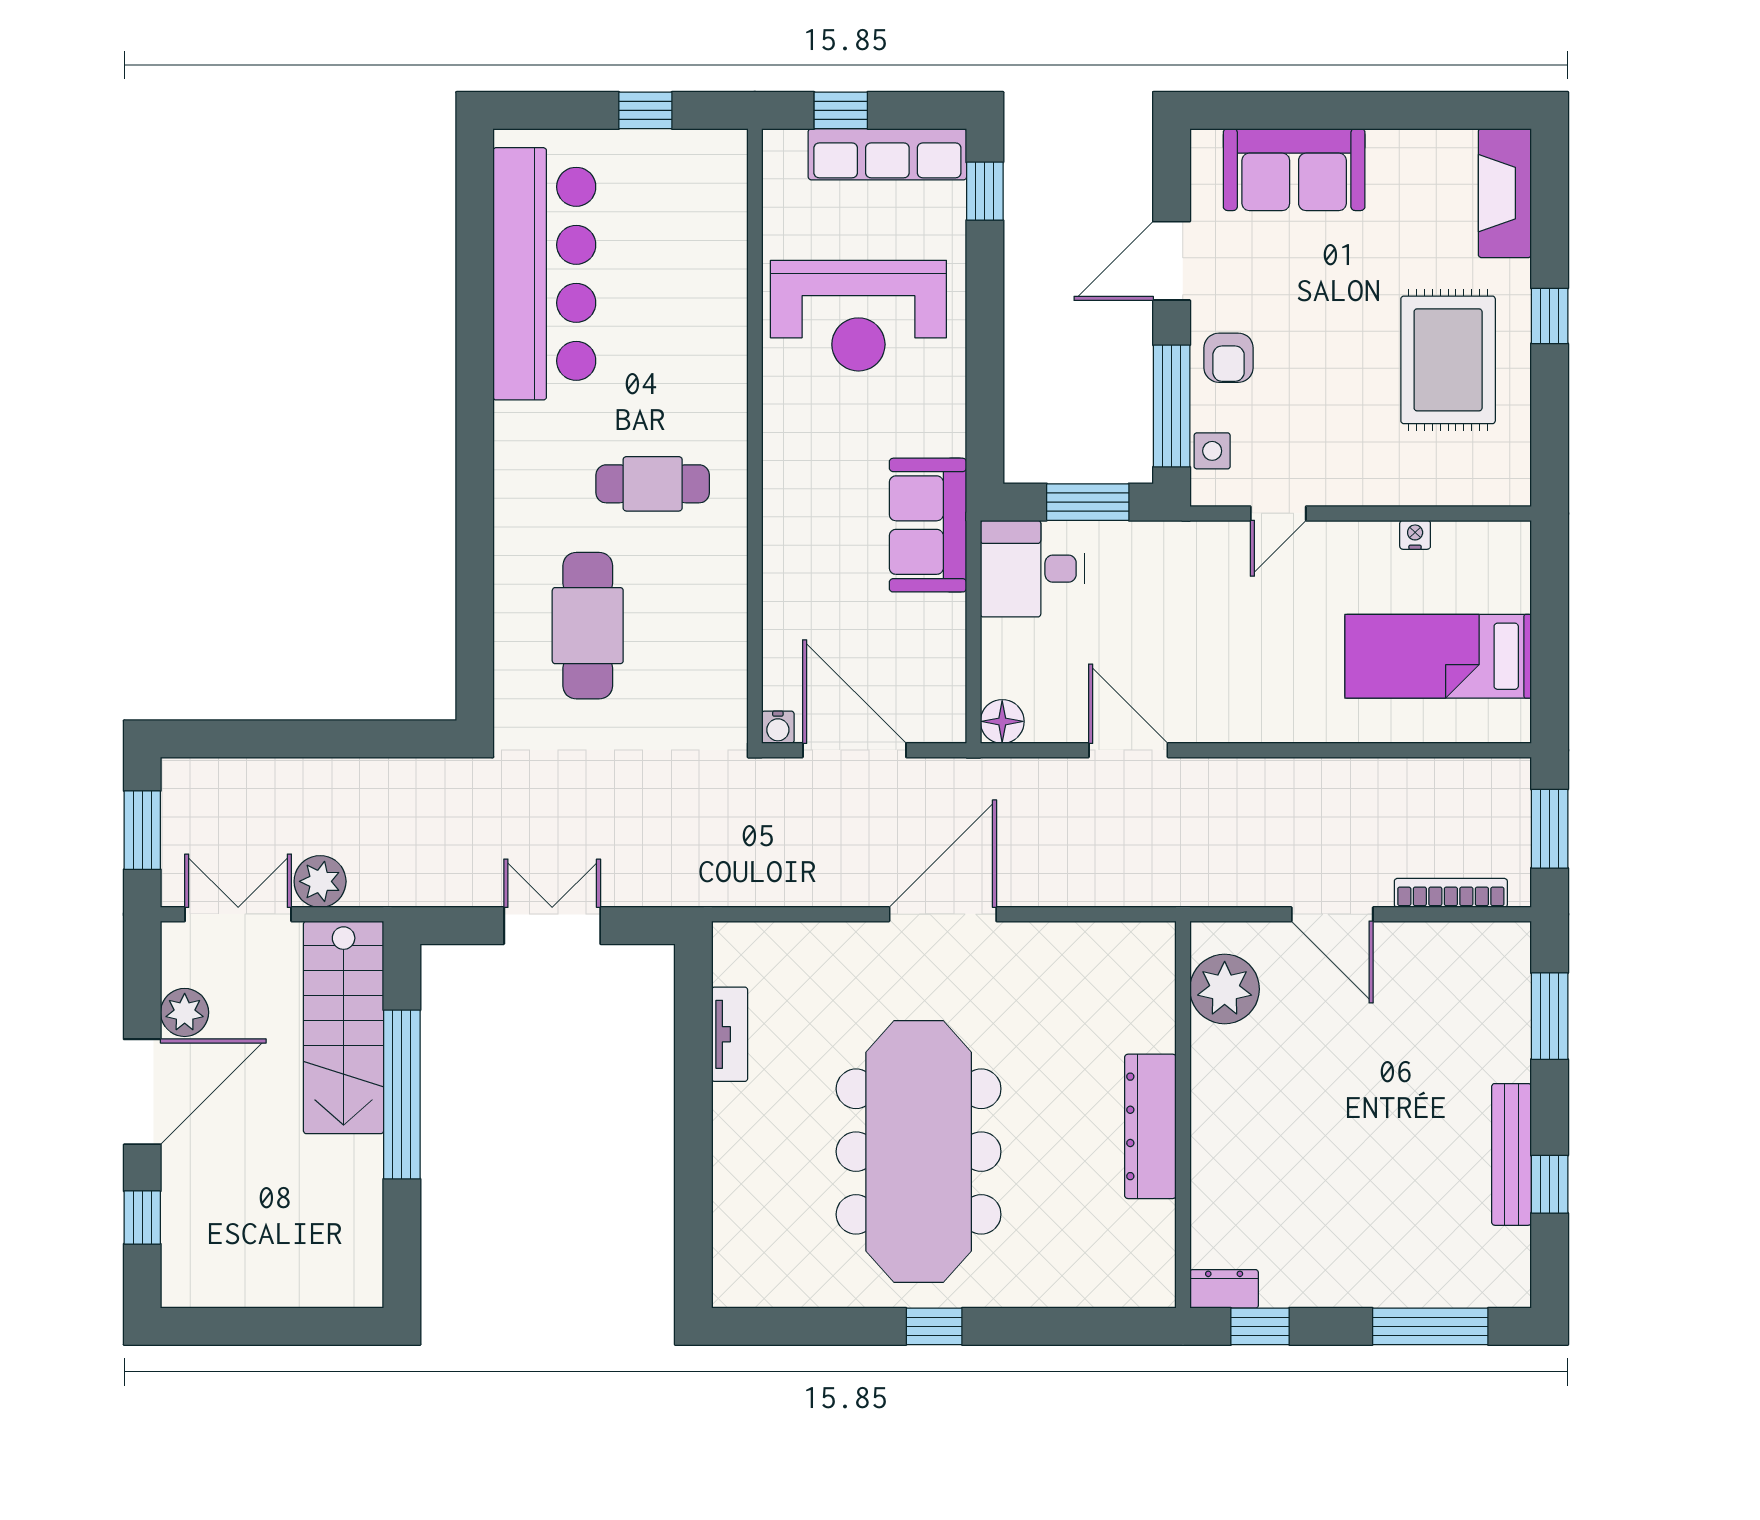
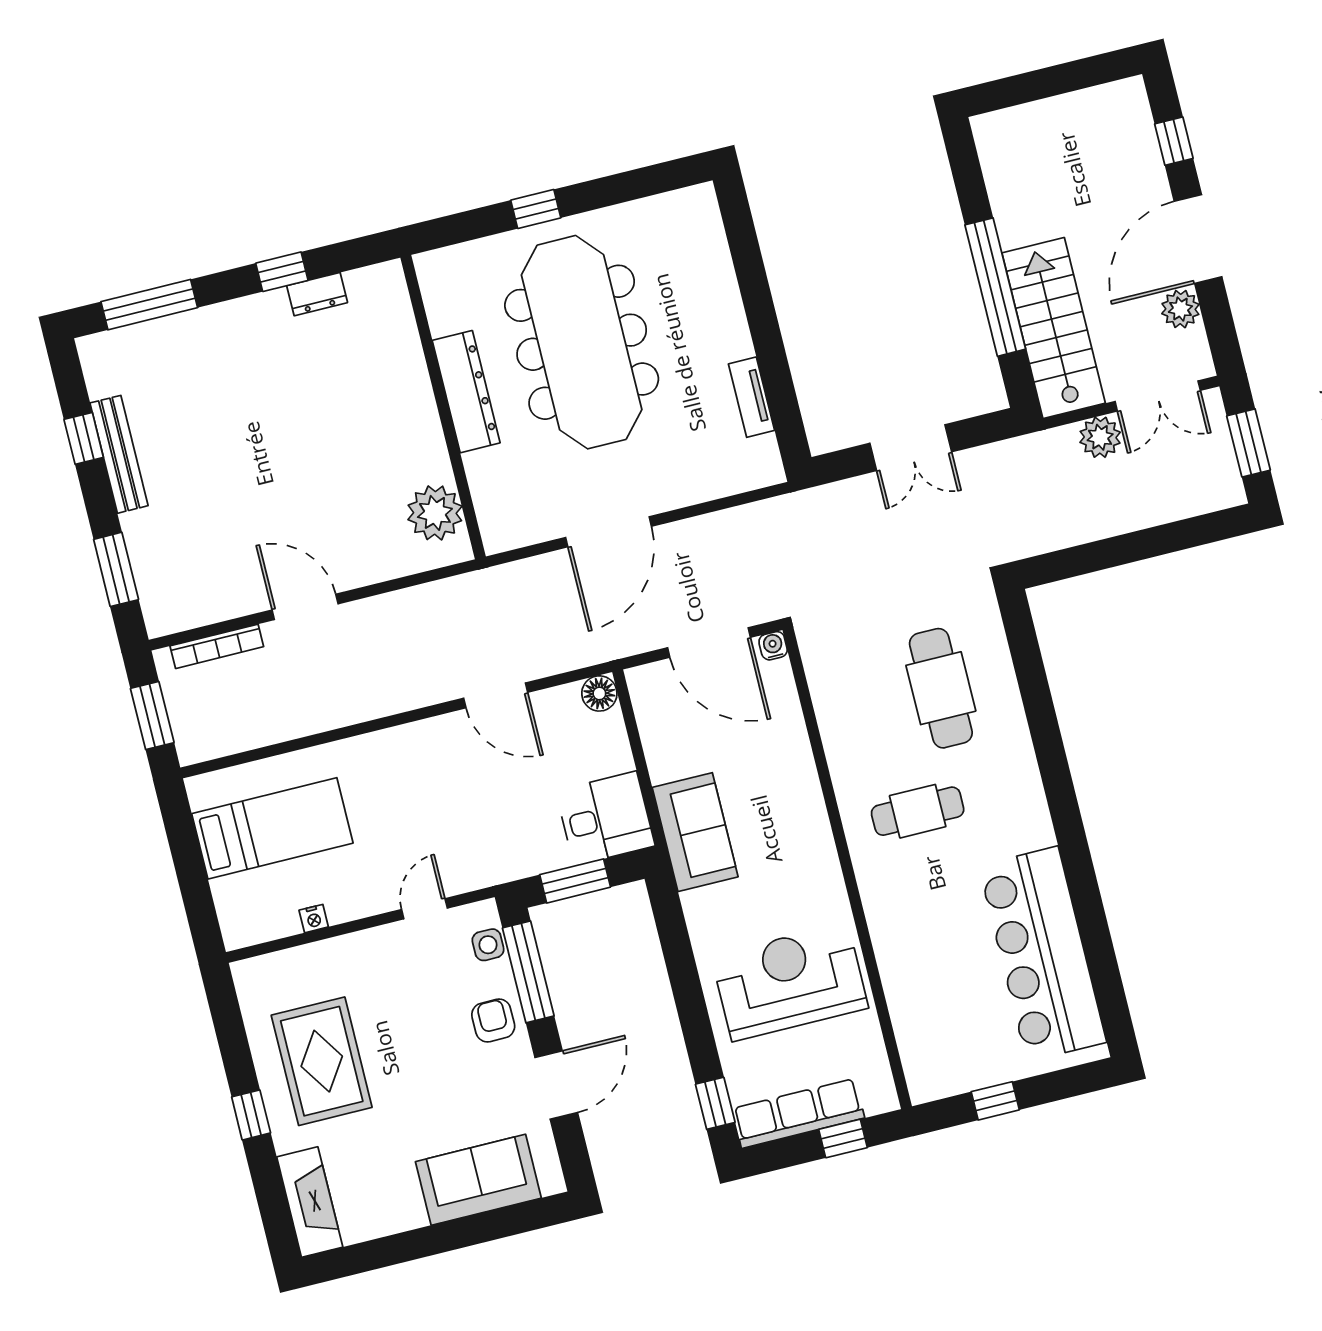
plant: (1225, 989) -> (435, 513), moved
wall: (1183, 1115) -> (443, 407), moved
dresser: (1150, 1126) -> (466, 392), moved

